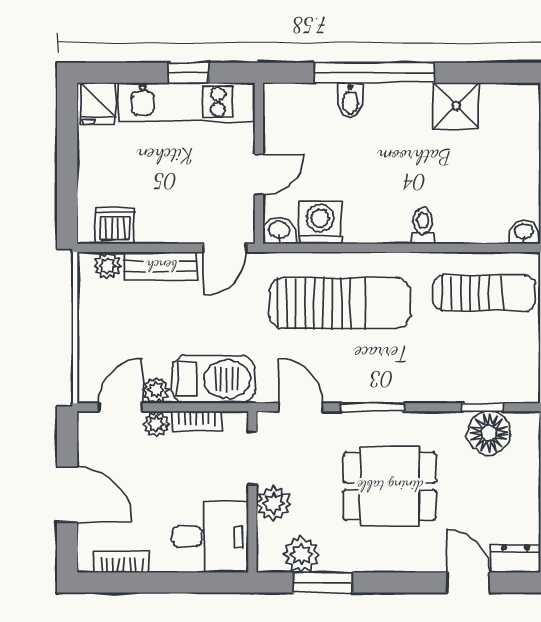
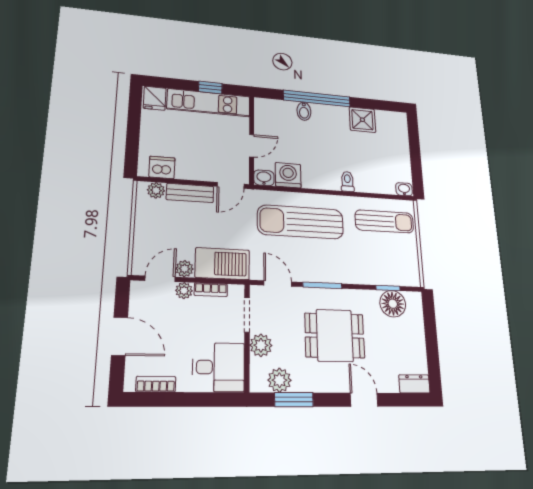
sun lounger: (340, 303) -> (301, 222), turned 180
door: (468, 582) -> (364, 400), moved

